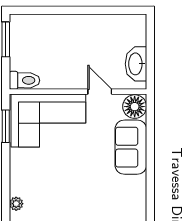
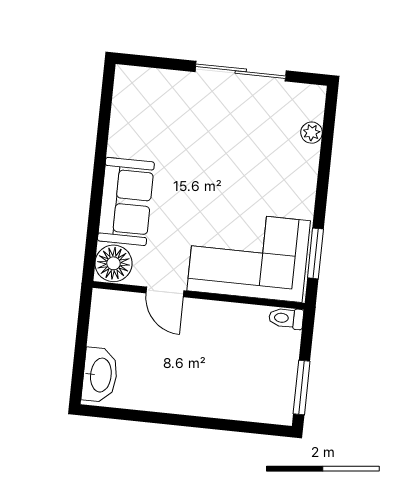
washbasin: (136, 64) -> (100, 375), moved
toilet: (24, 80) -> (286, 318), width x0.73, depth x0.72

